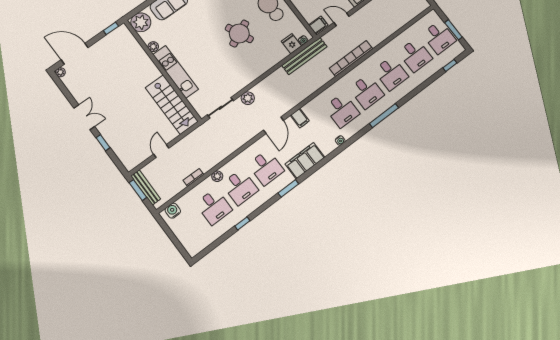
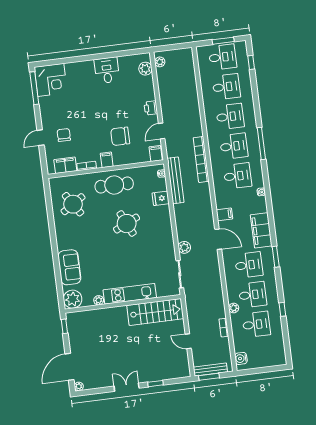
fridge: (291, 44) -> (161, 198), moved
bookcase: (351, 58) -> (201, 160), moved

